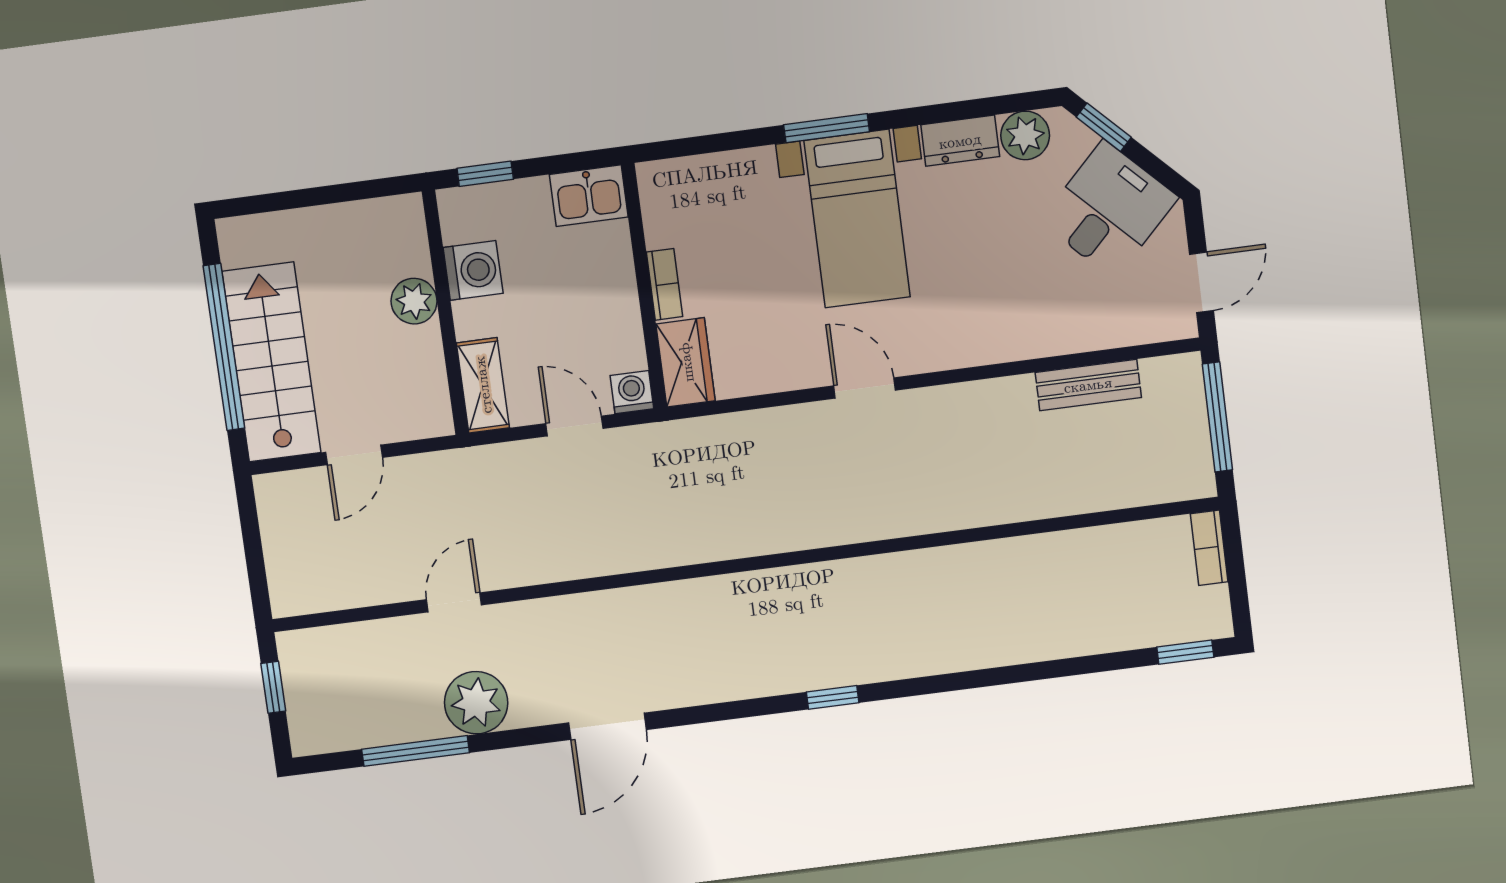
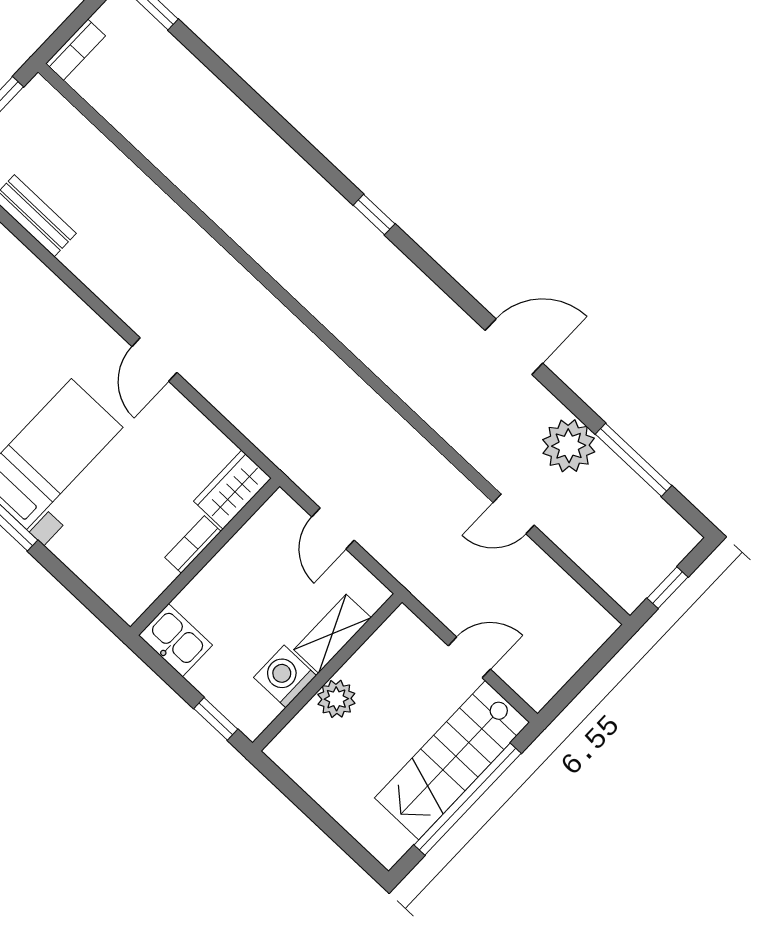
shelving: (483, 385) -> (332, 634), moved
washing machine: (632, 392) -> (280, 509), removed

